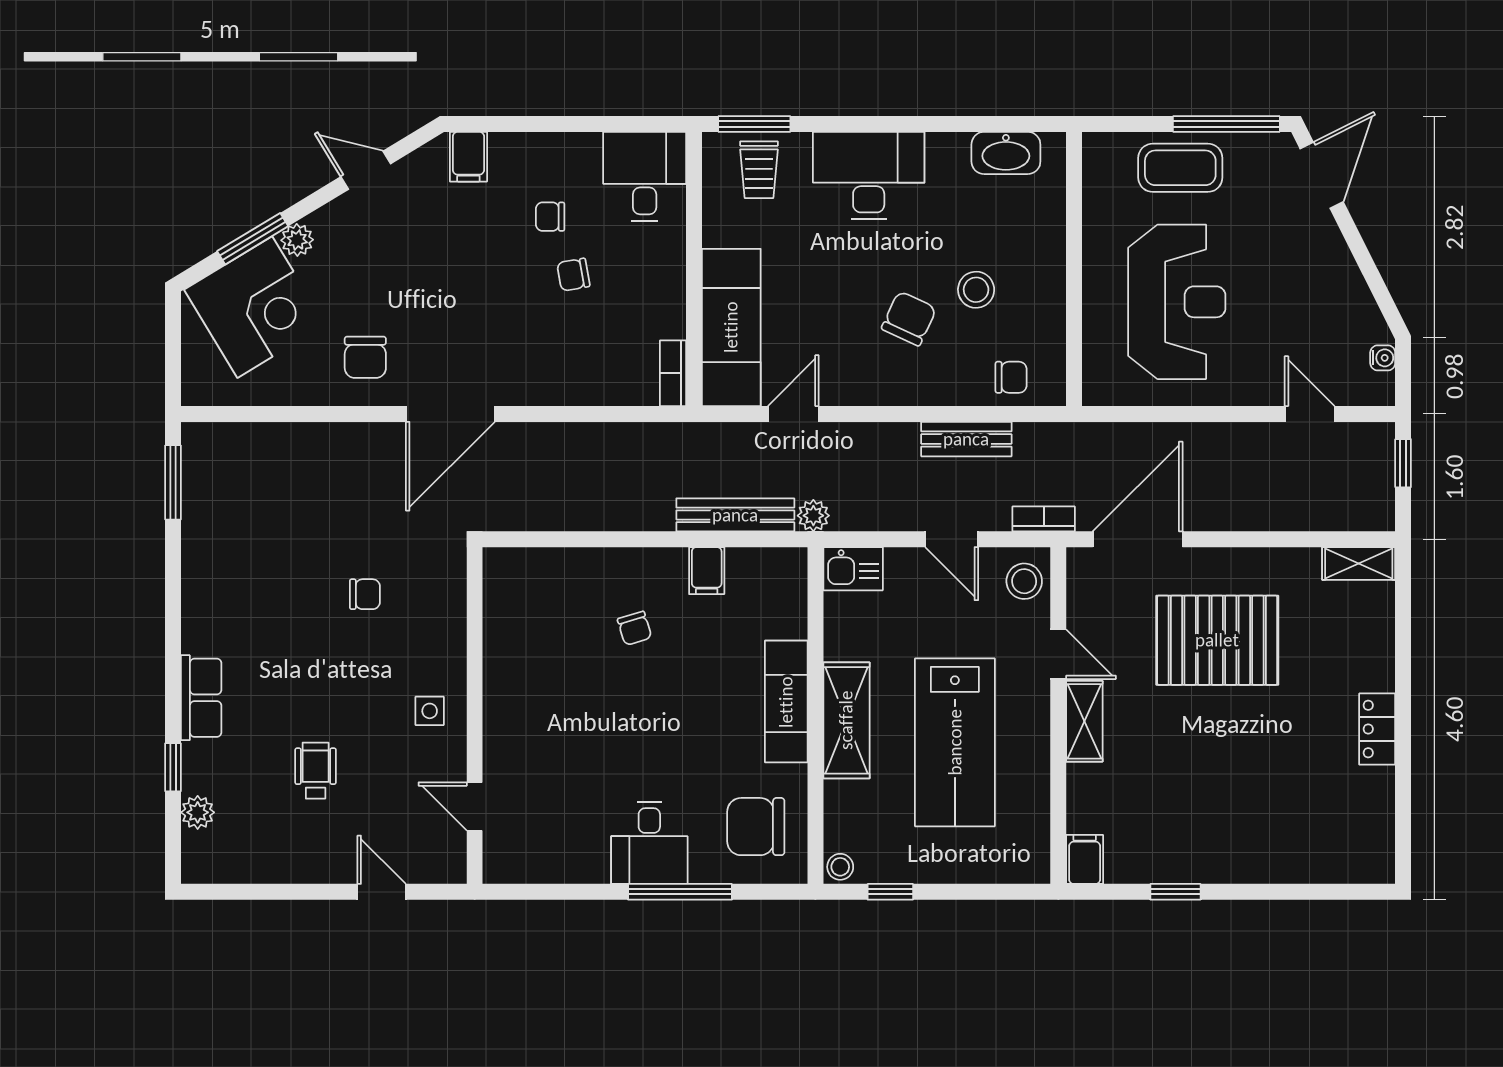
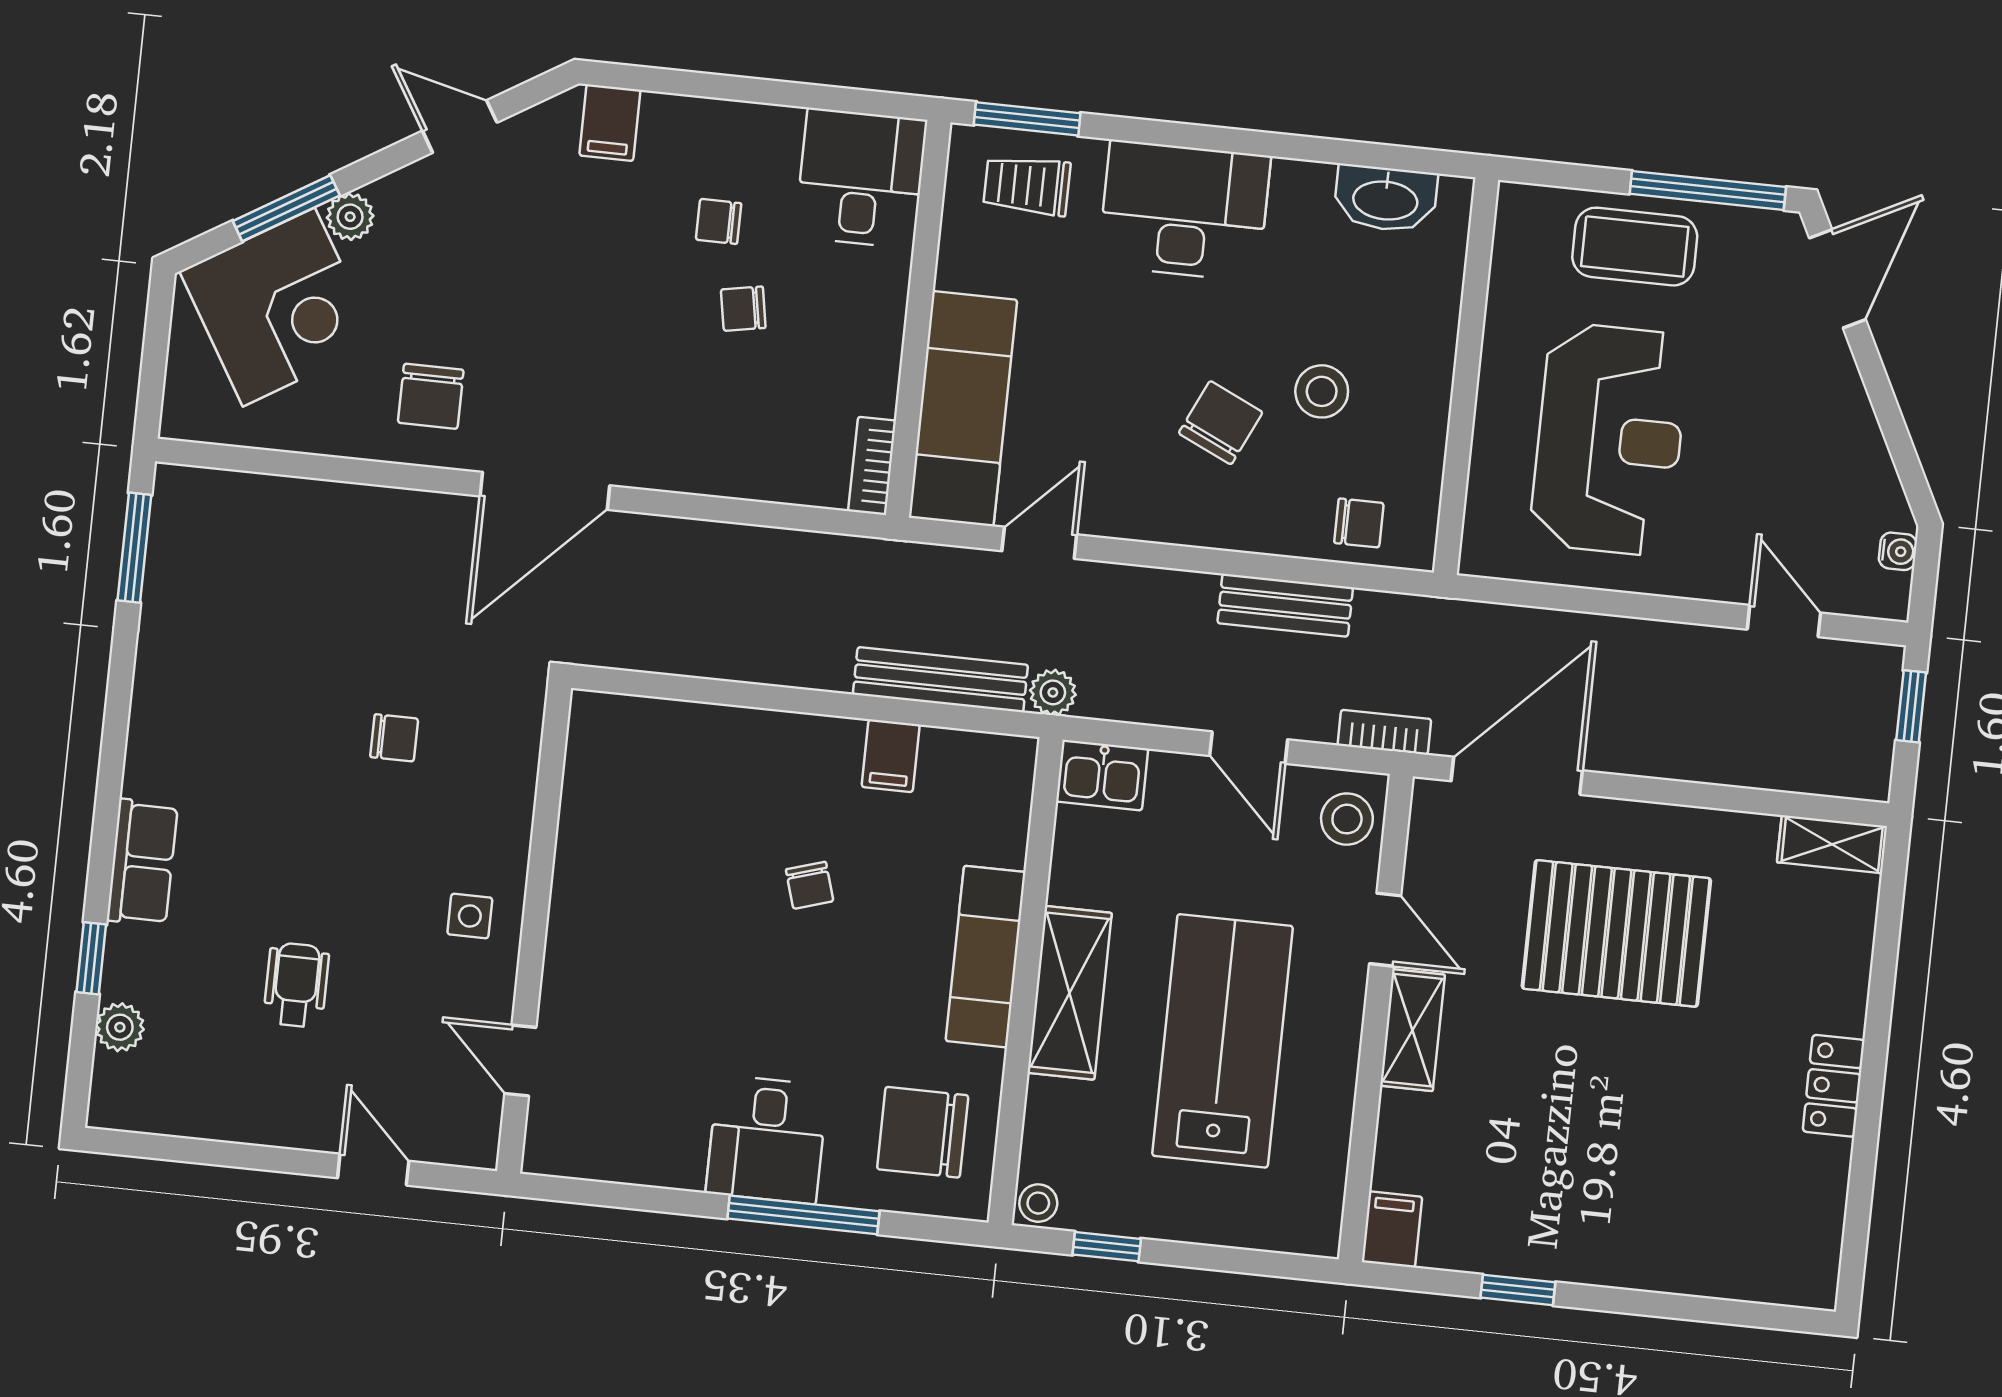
trolley: (759, 170) -> (1027, 186), turned 90
chair: (635, 628) -> (810, 885), moved
lab bench: (955, 742) -> (1223, 1041), turned 180

